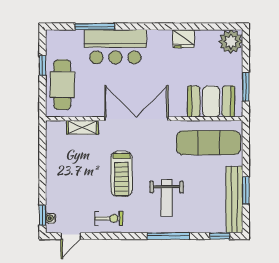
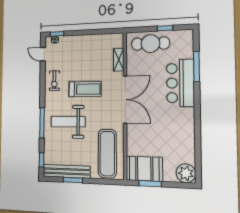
fridge: (183, 39) -> (188, 136), removed
booth: (211, 102) -> (144, 169), moved, turned 90
treadmill: (121, 174) -> (85, 89), turned 180
weight bench: (167, 198) -> (68, 122), width x1.36, depth x1.33

